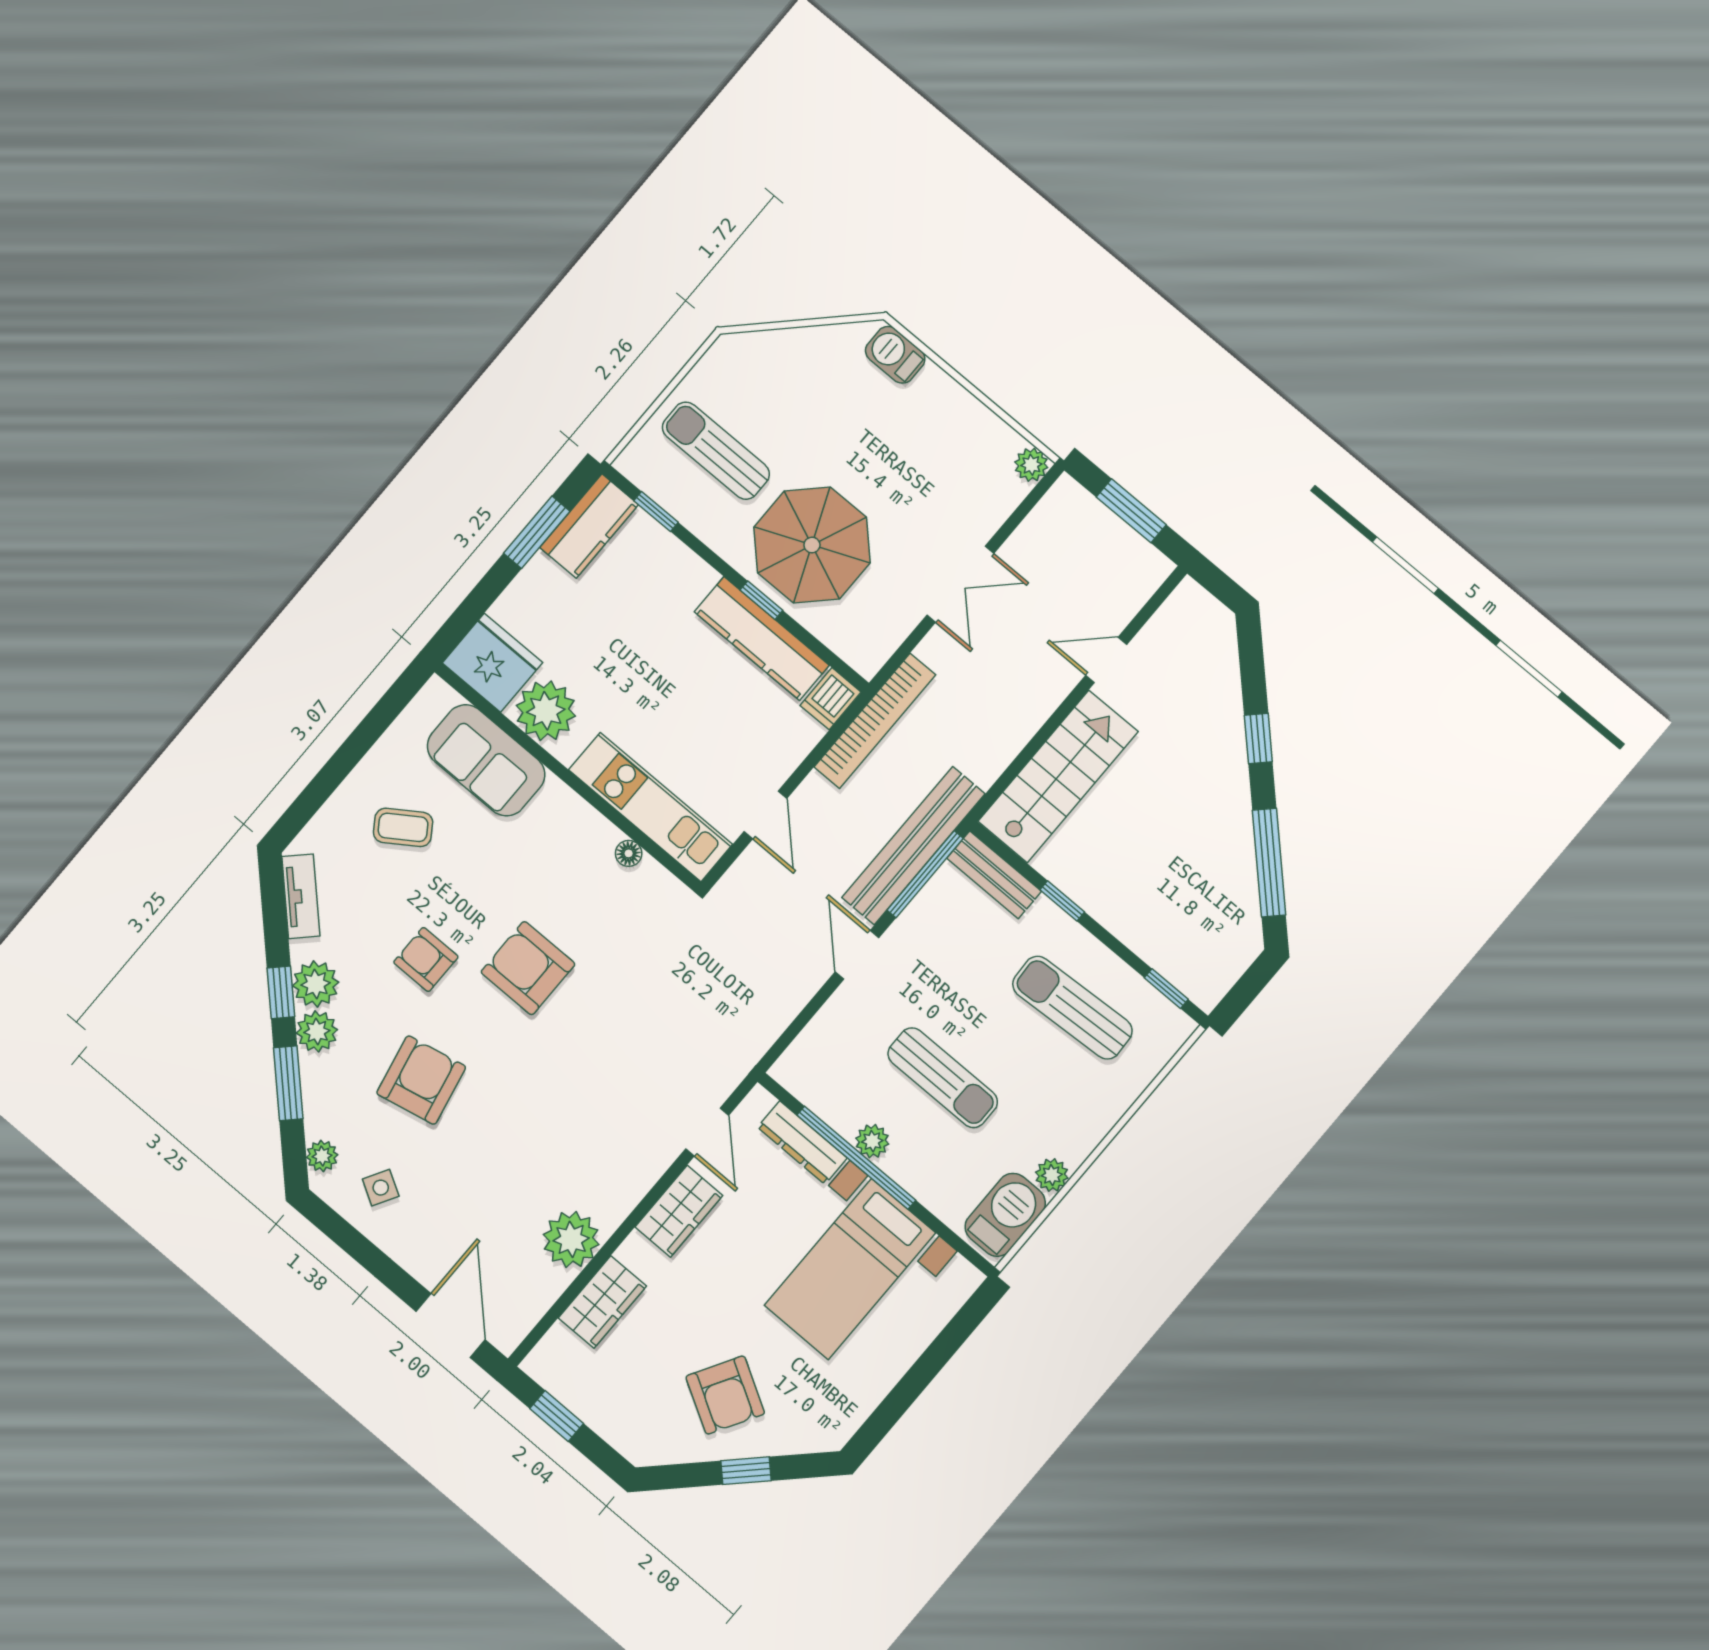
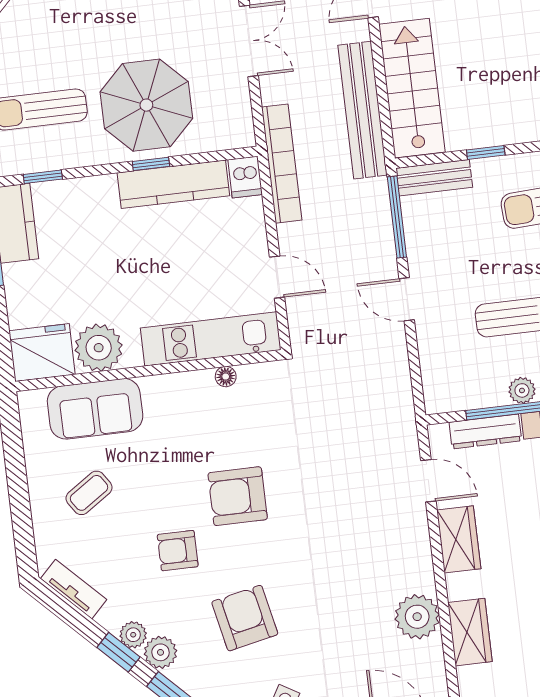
bench: (913, 846) -> (362, 110), moved
plant: (316, 984) -> (133, 635), width x0.73, depth x0.73

